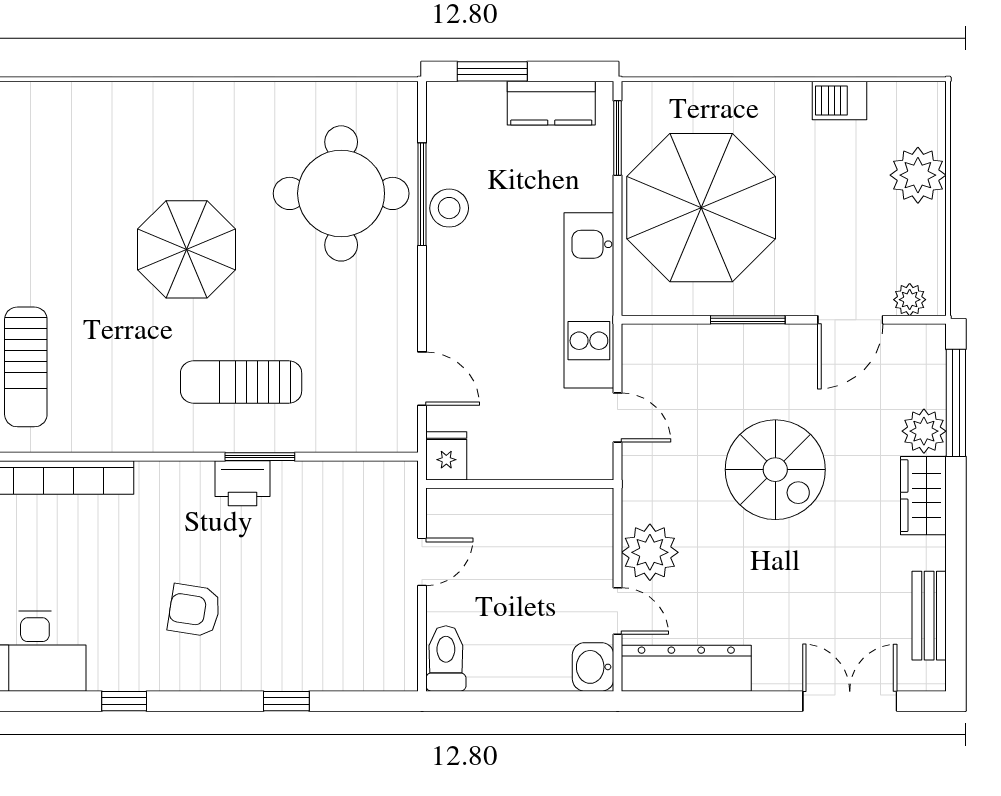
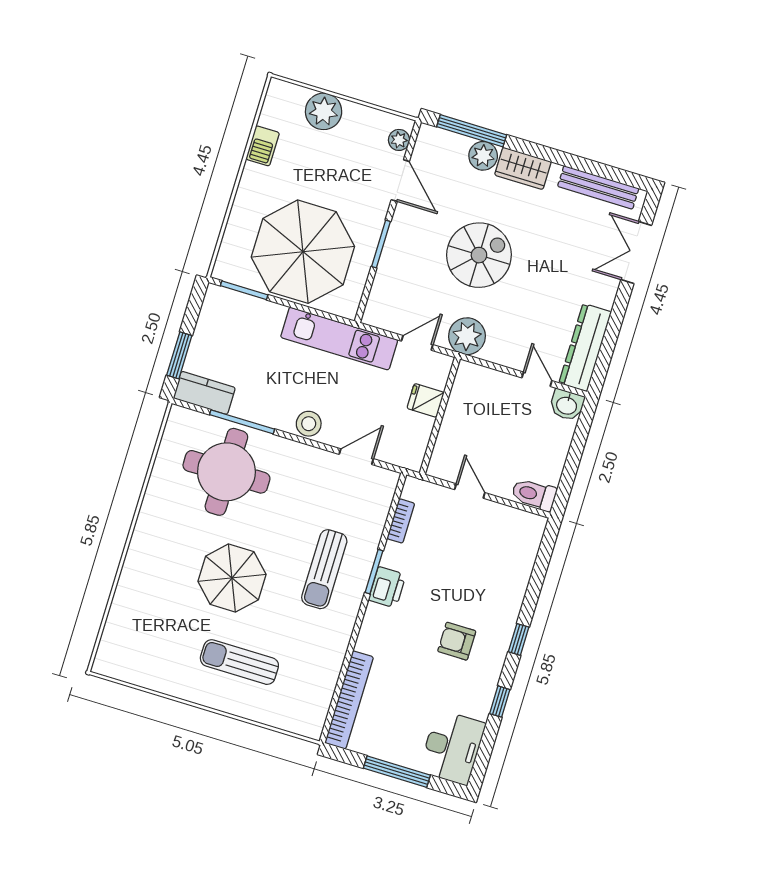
kitchen counter: (551, 103) -> (204, 393), moved, turned -90
stool: (449, 208) -> (309, 424), moved
sun lounger: (26, 367) -> (239, 662), moved, turned 180
fridge: (446, 456) -> (425, 400), moved
bookcase: (347, 473) -> (401, 521), added
plant: (650, 552) -> (467, 336), moved
armchair: (194, 610) -> (457, 641), turned 81
door: (618, 611) -> (537, 379), hinge flipped
bench: (929, 616) -> (598, 187), width x1.36
window: (286, 701) -> (519, 639), moved

